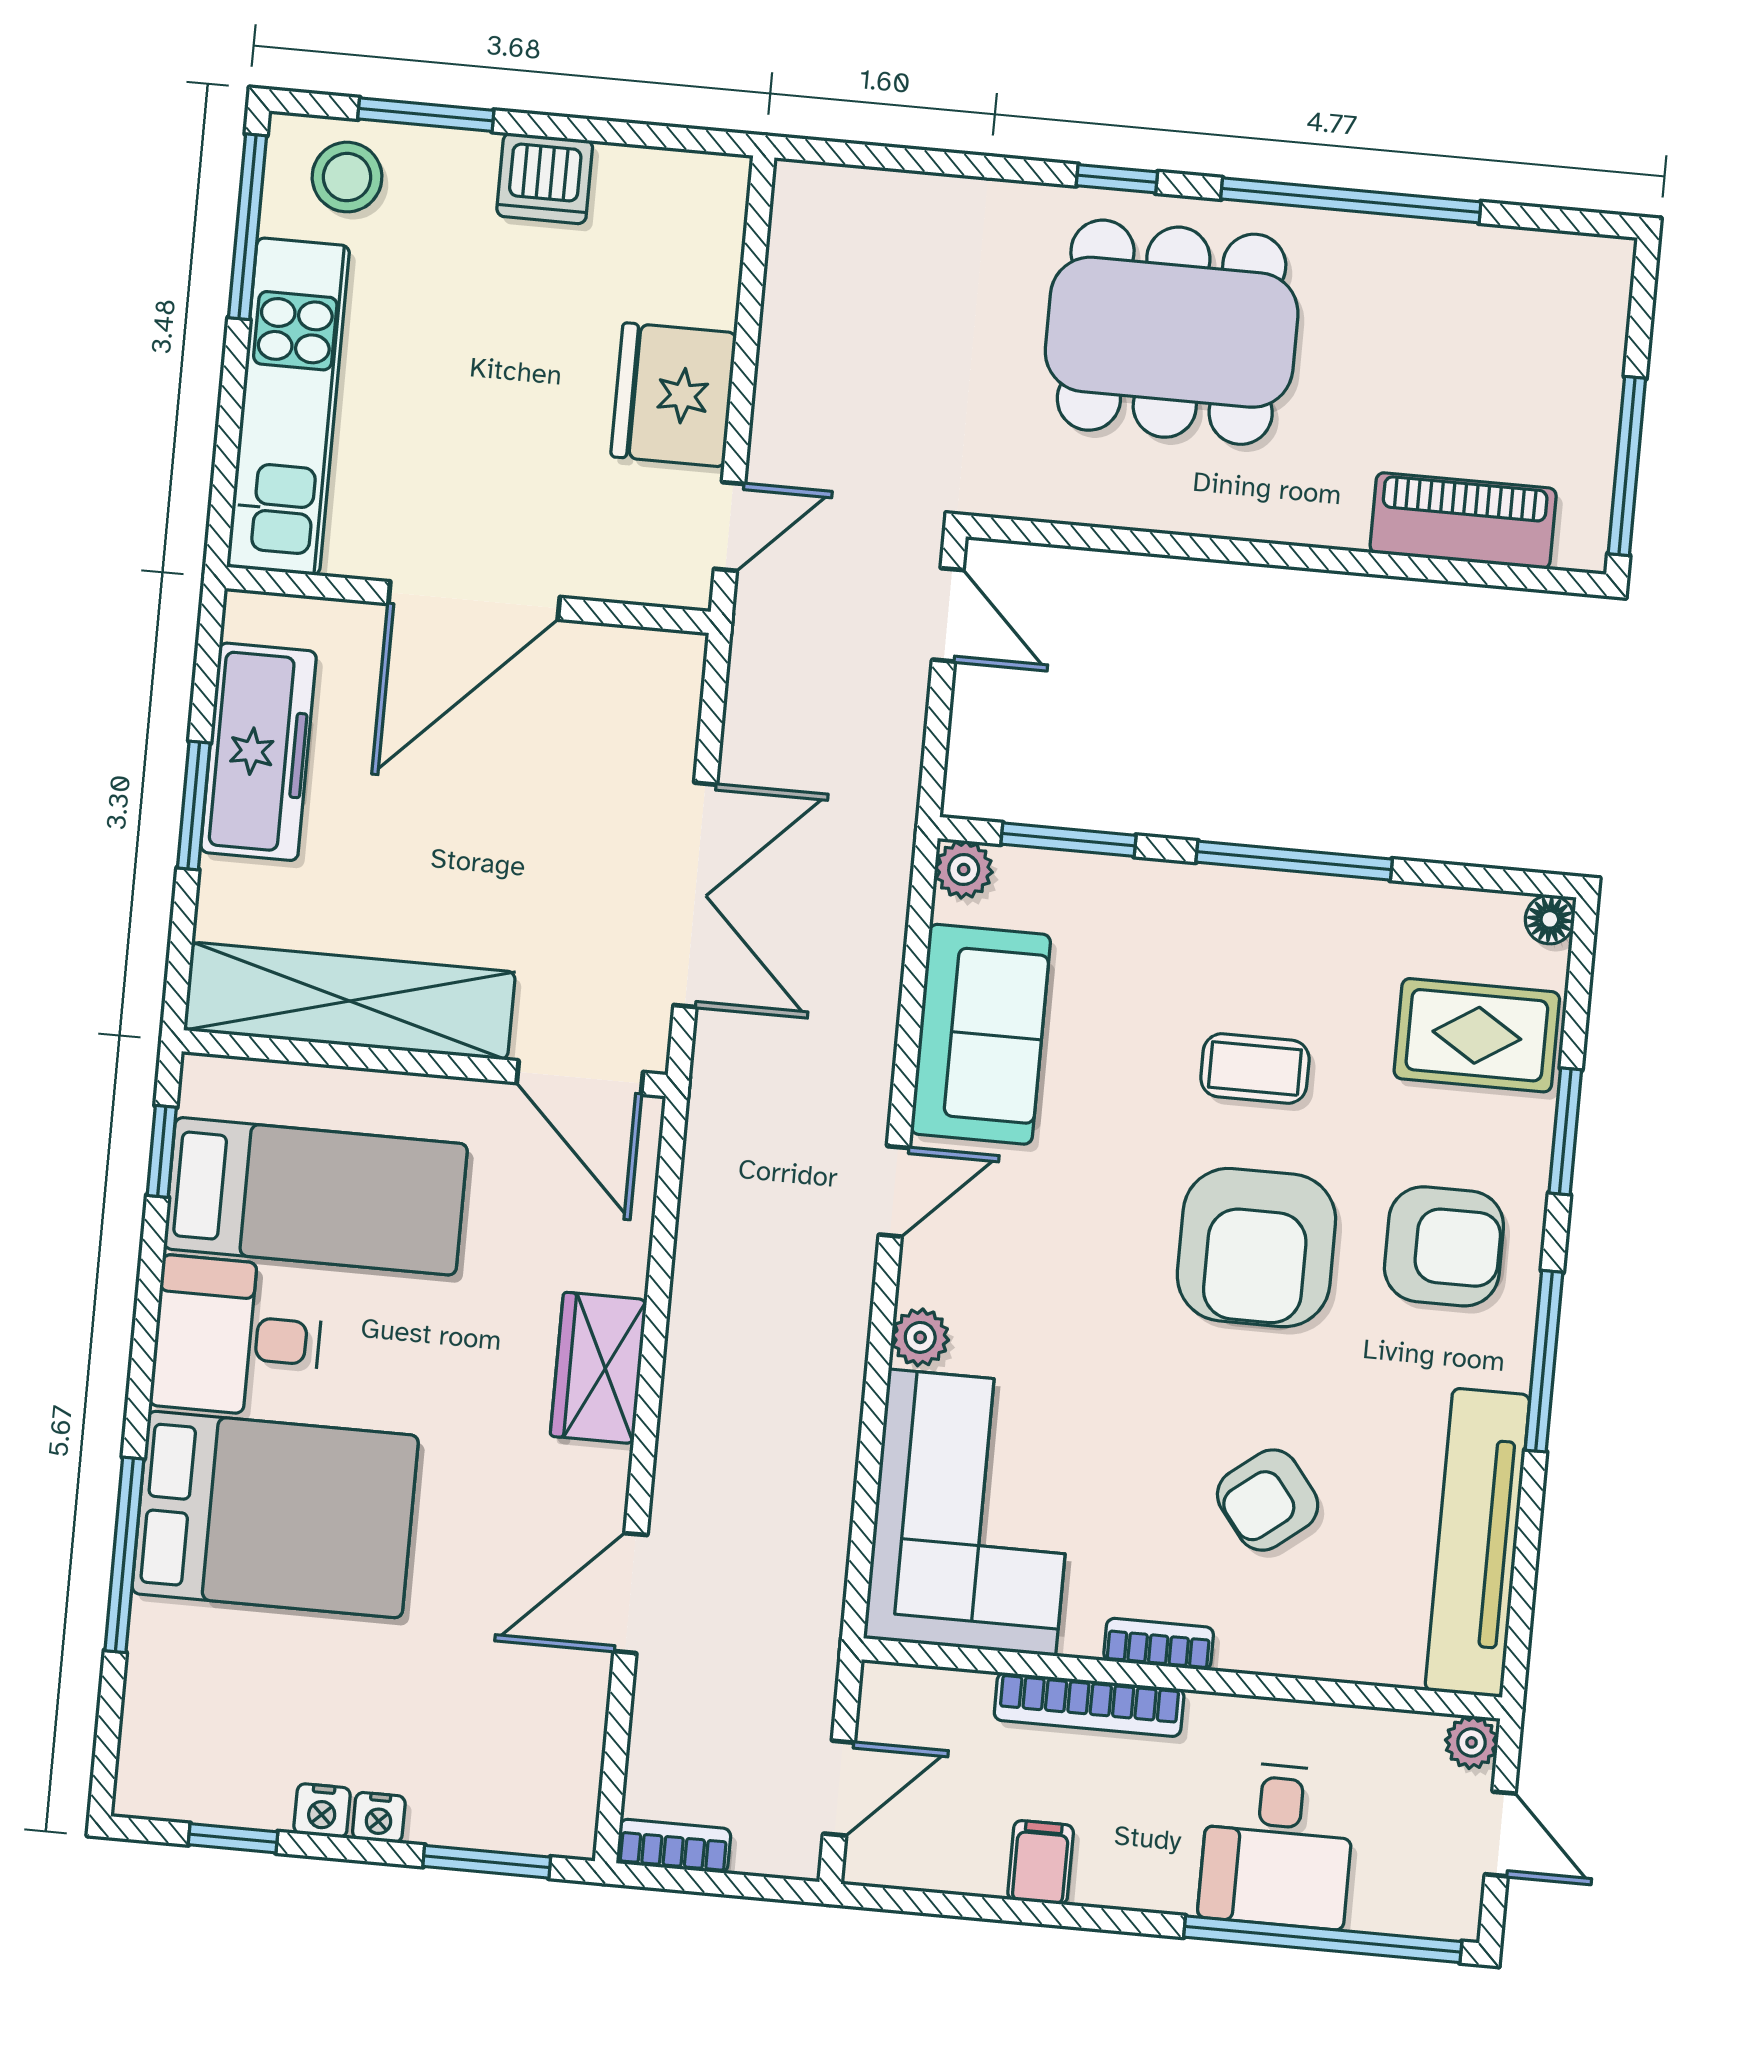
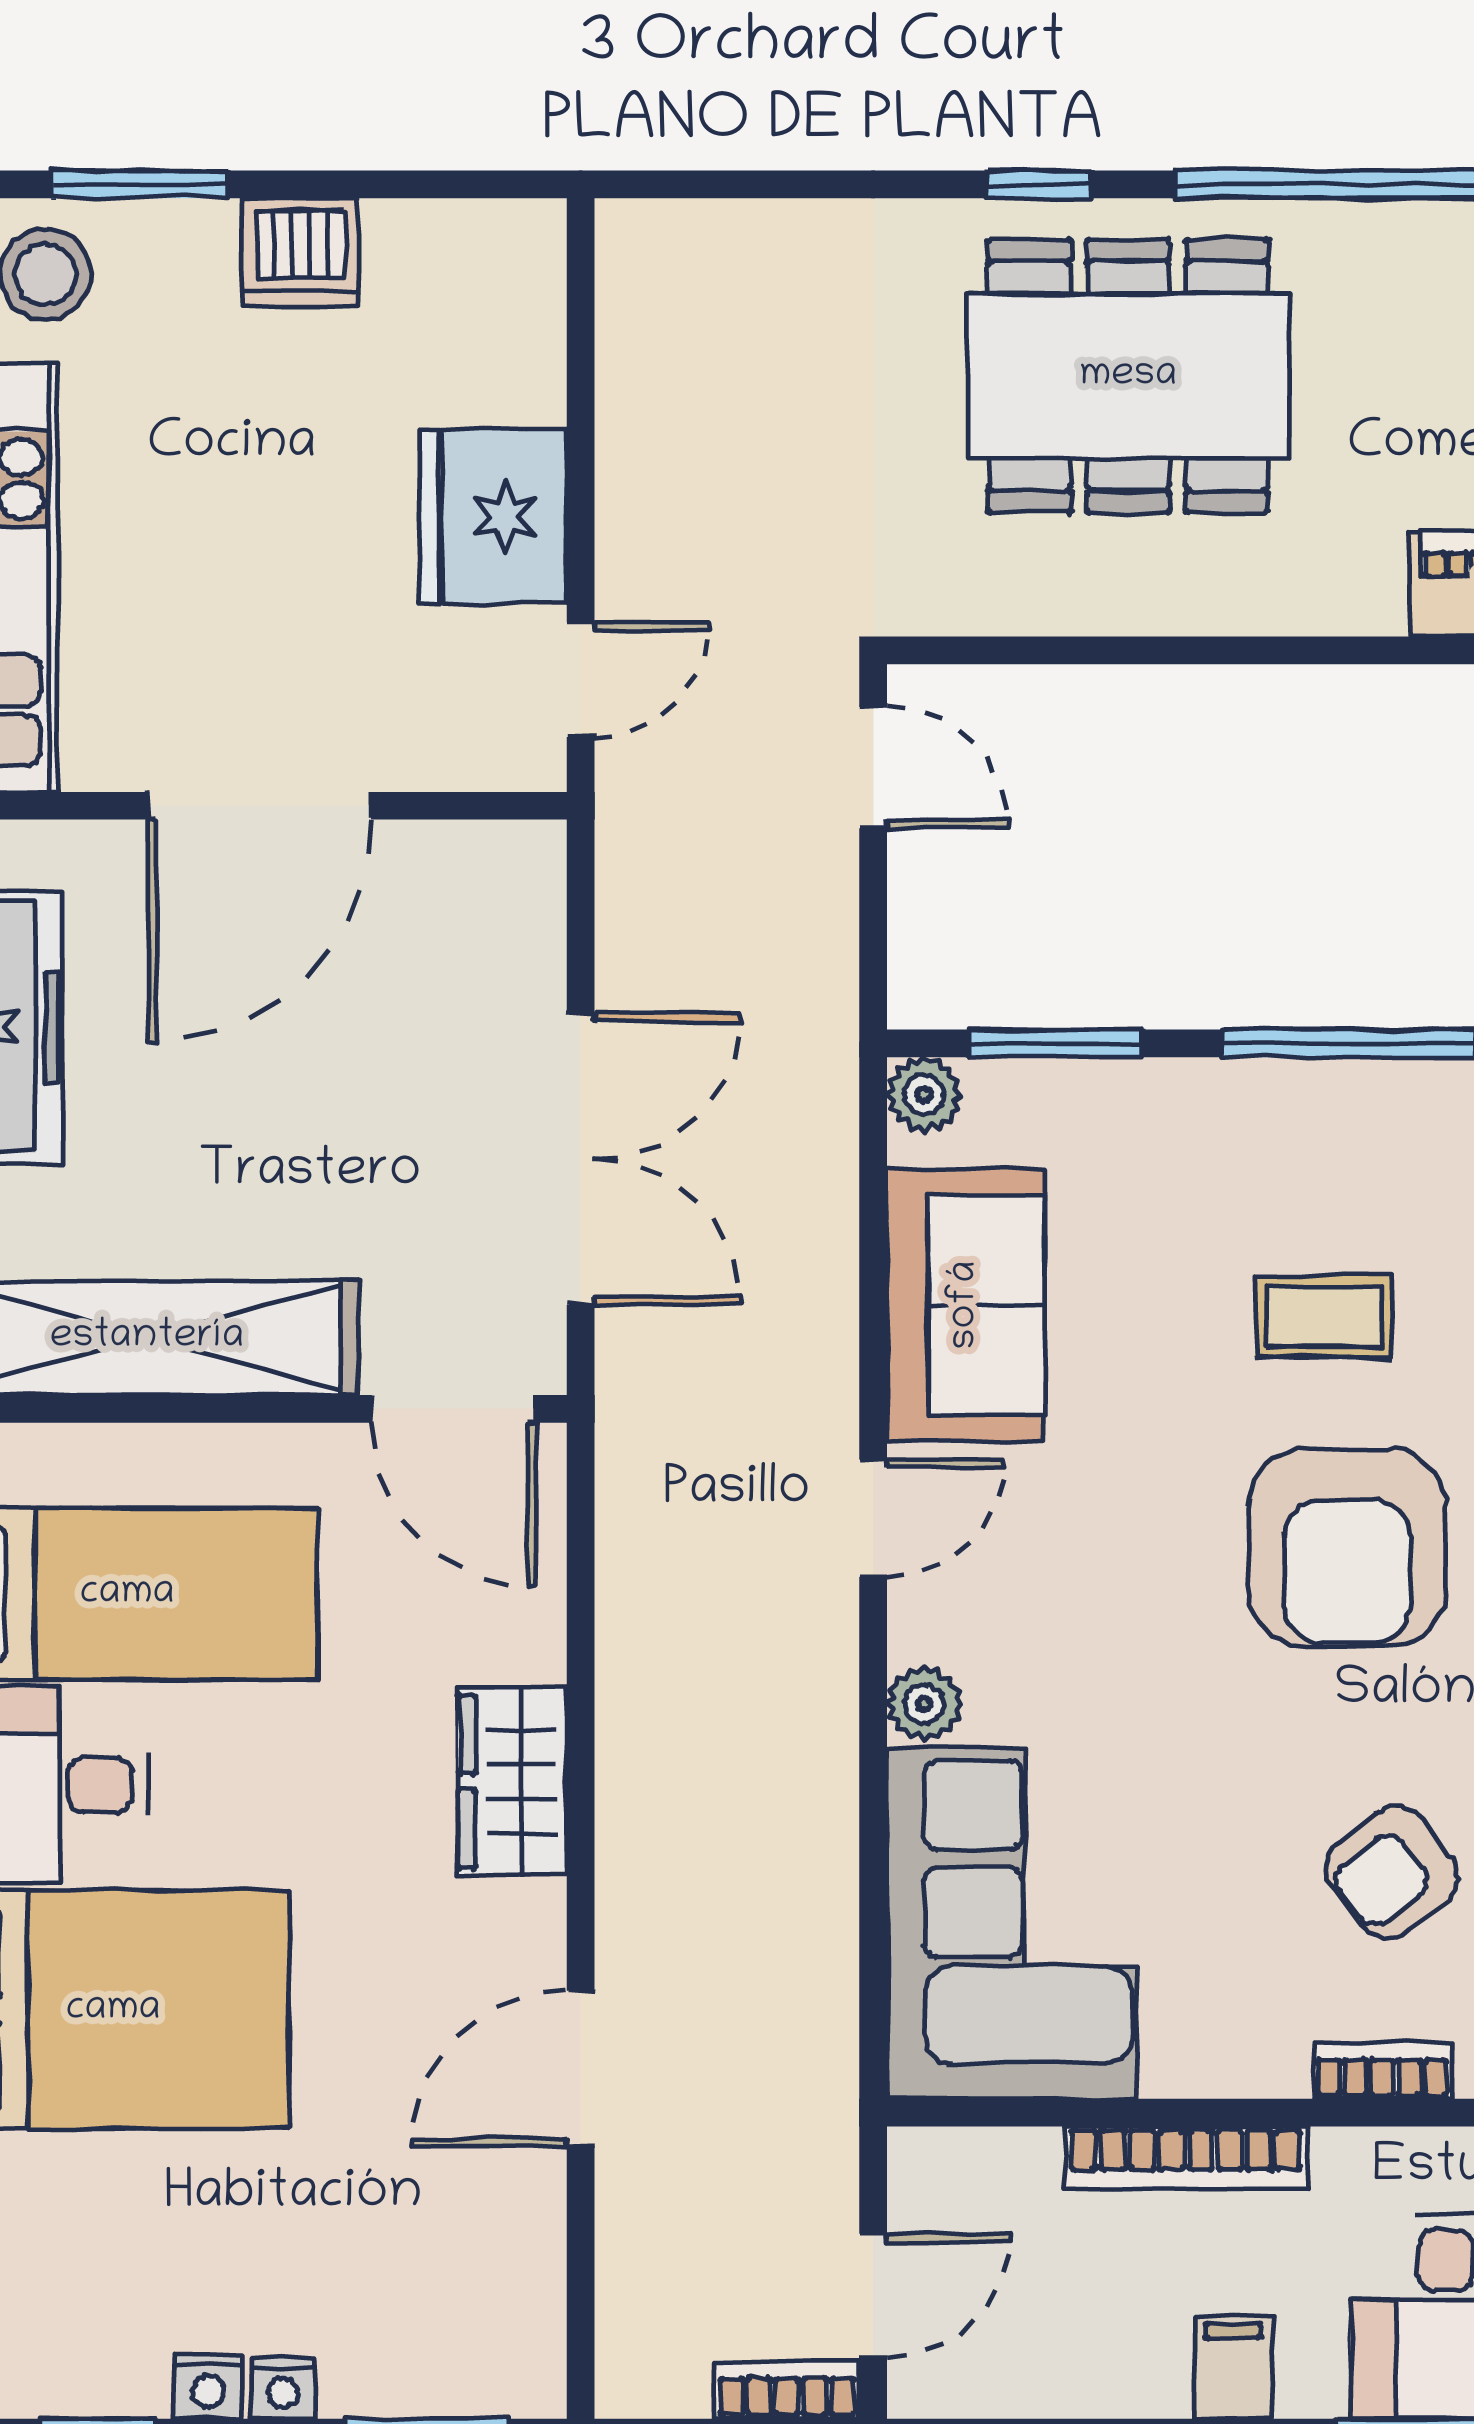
bookcase: (1159, 1644) -> (1382, 2071), moved
bookcase: (674, 1846) -> (787, 2390), moved
filing cabinet: (1041, 1862) -> (1233, 2367), moved

